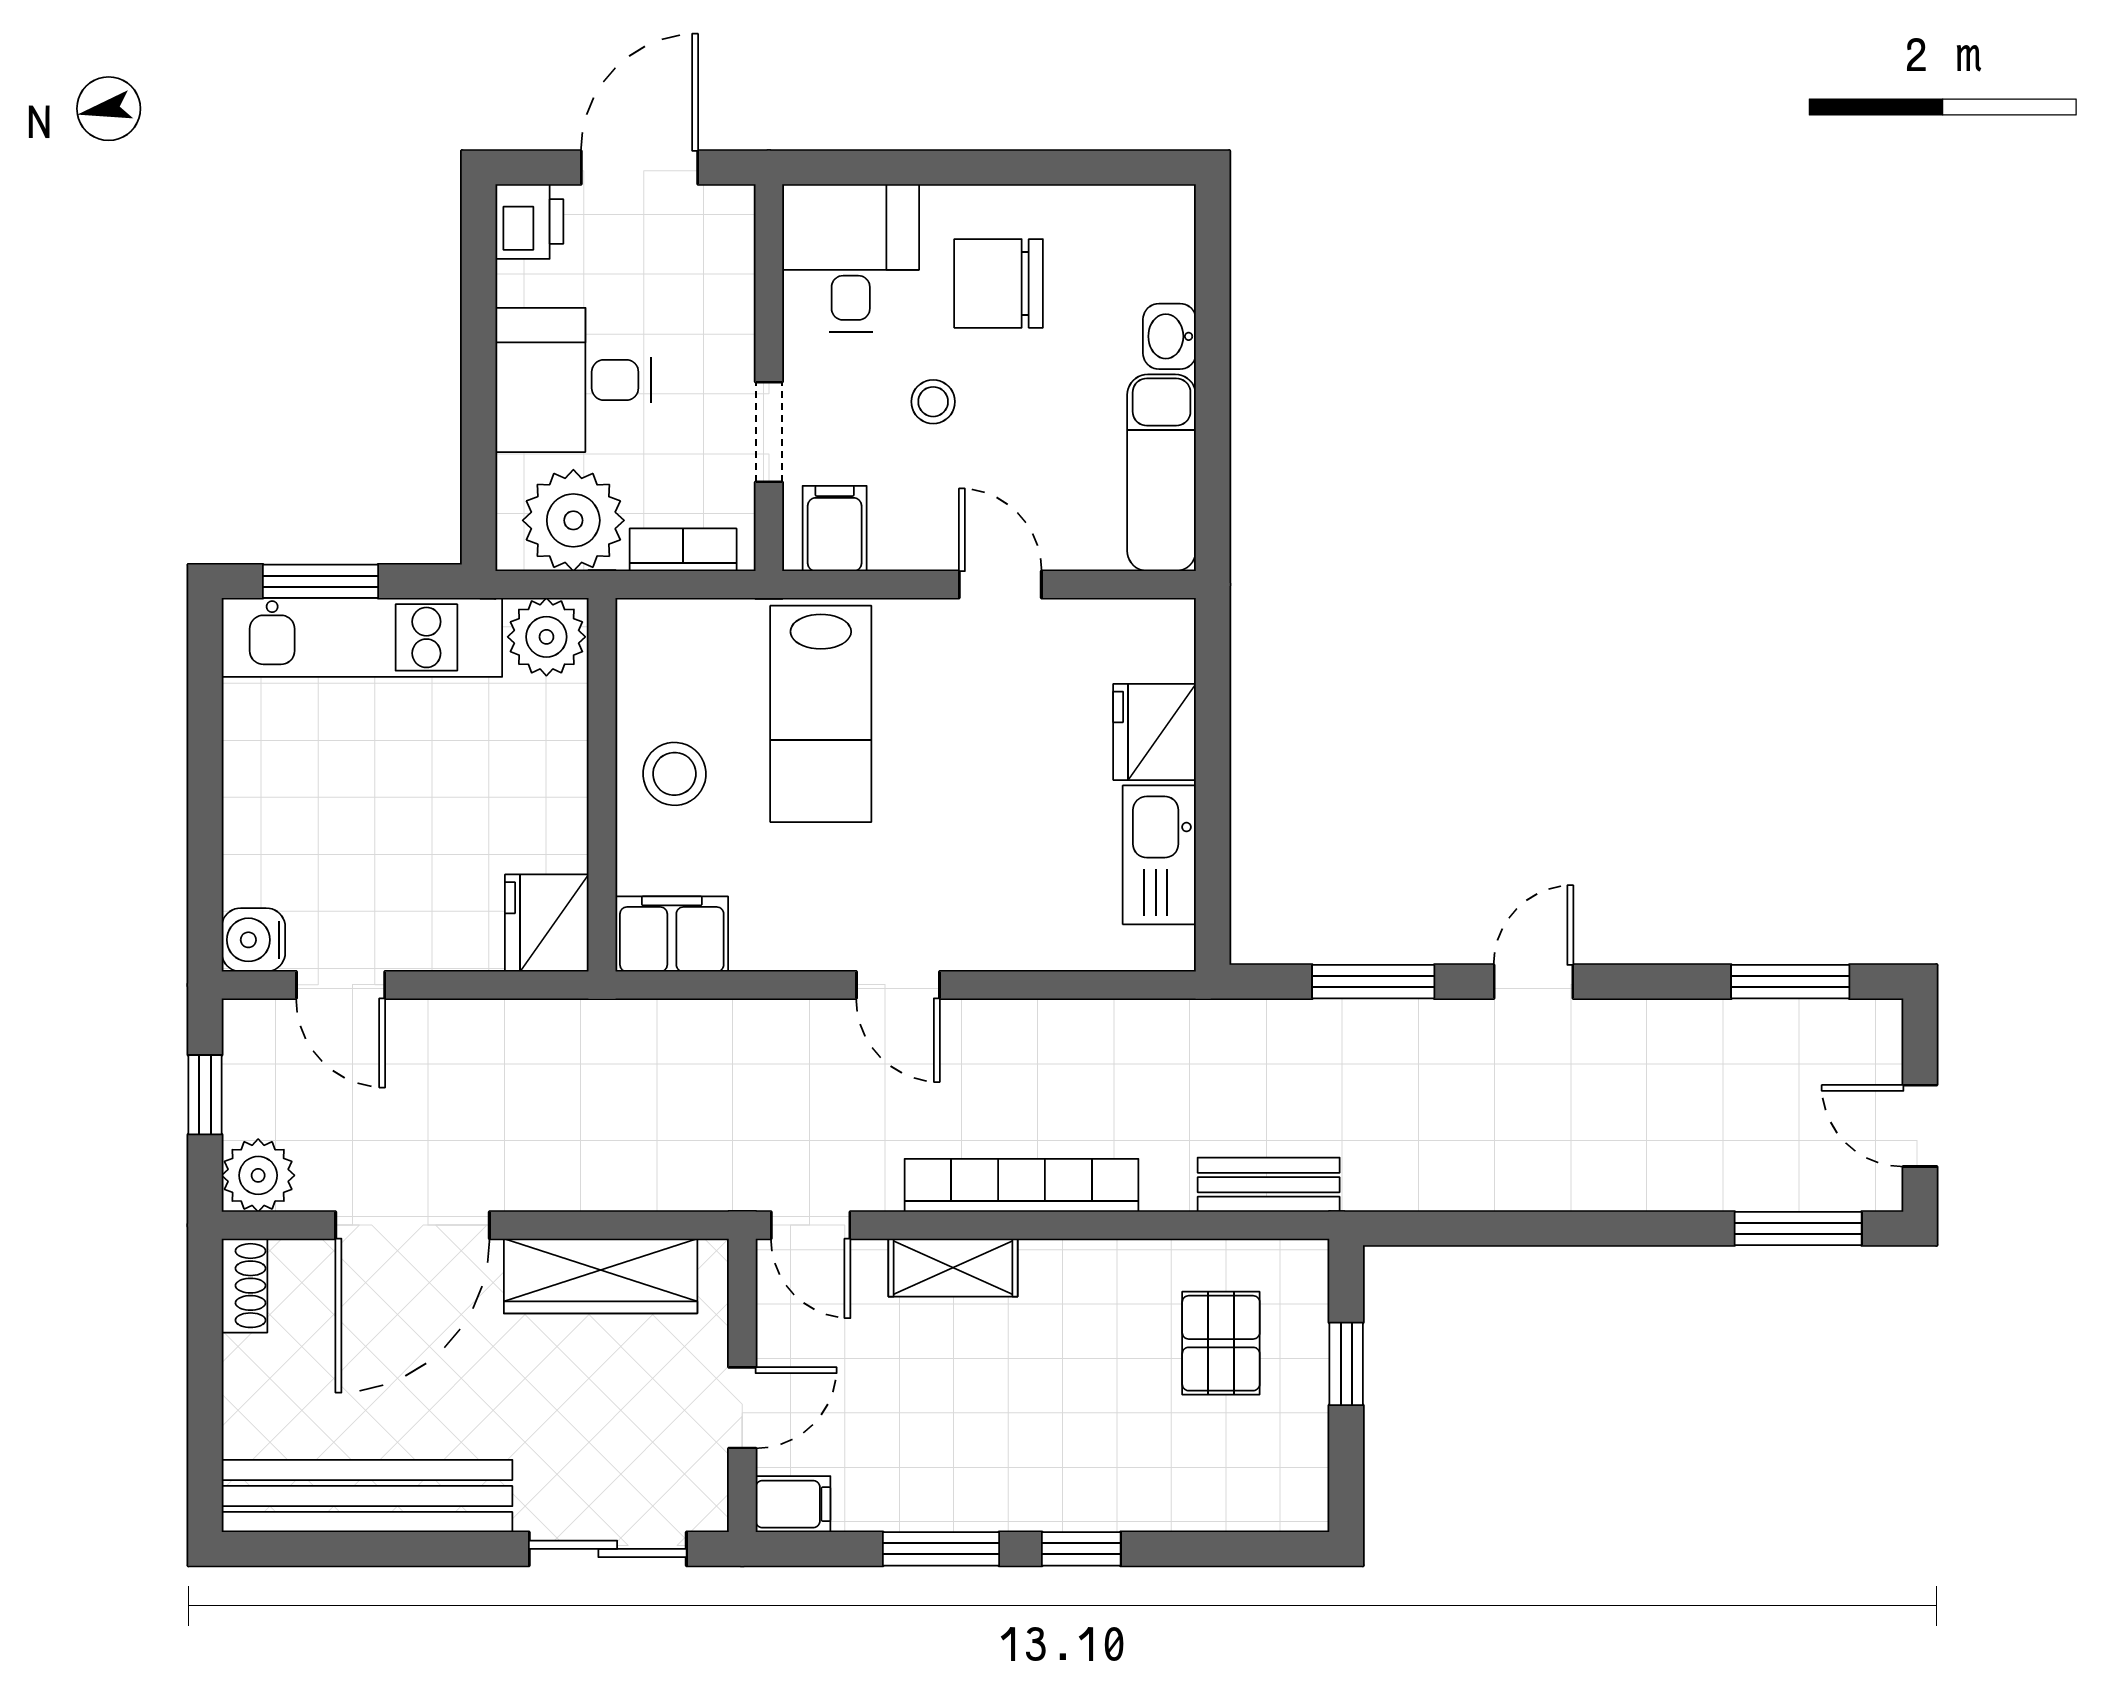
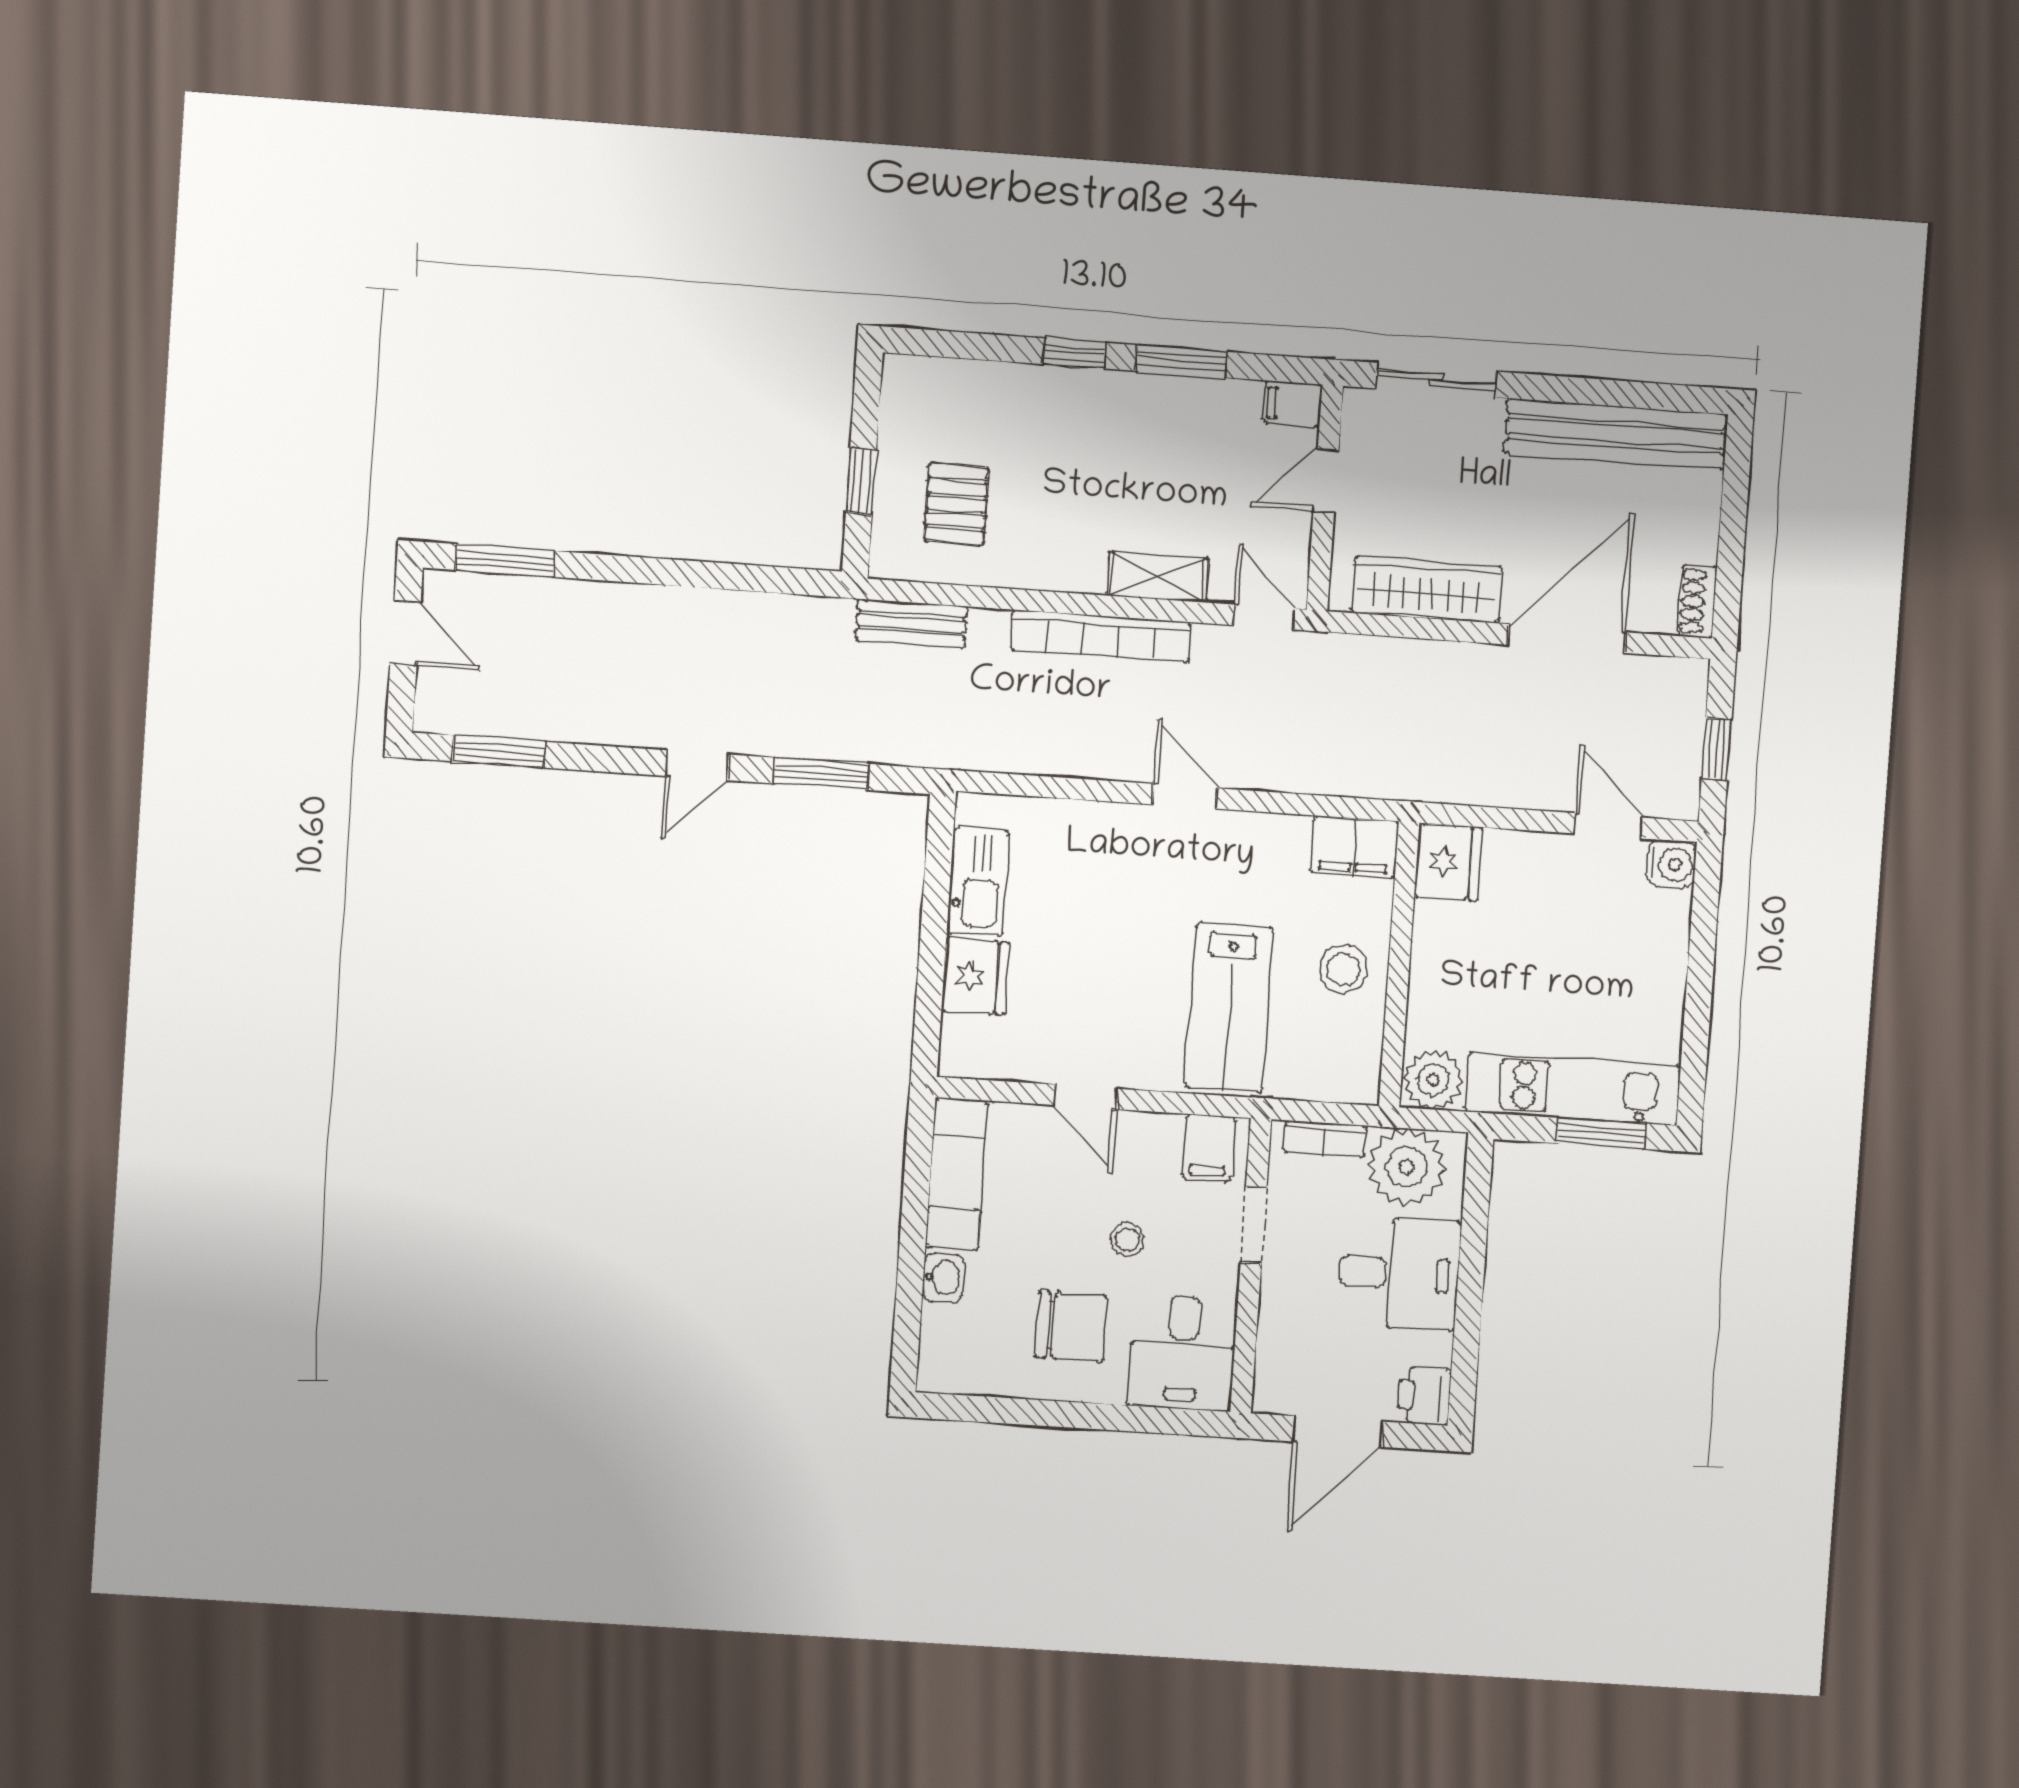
lab bench: (821, 714) -> (1229, 1007), turned 180
plant: (258, 1175) -> (1681, 685), removed

